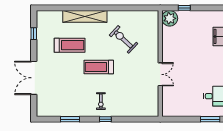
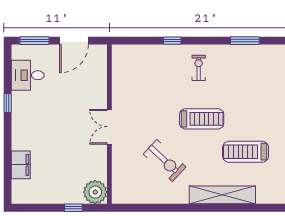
double door: (160, 74) -> (109, 127), moved
window: (105, 119) -> (172, 41), moved
door: (184, 119) -> (74, 41), added

